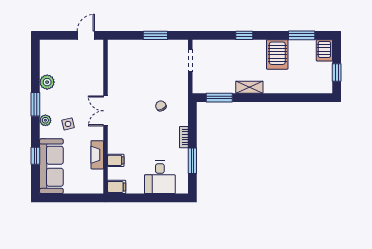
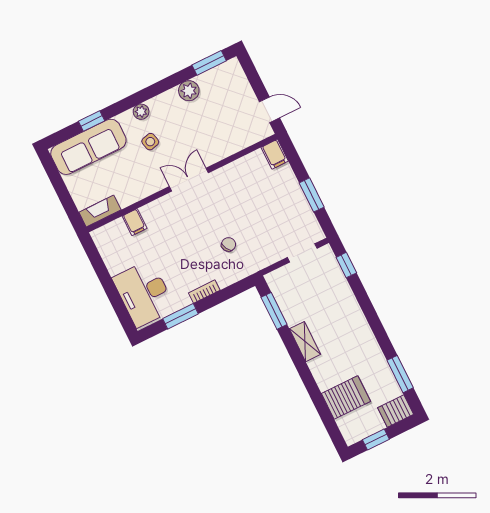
window: (244, 35) -> (346, 265), moved
server rack: (277, 54) -> (346, 397), moved, turned 180
window: (35, 104) -> (209, 63), moved
fireplace: (97, 155) -> (100, 211), moved
desk: (160, 177) -> (144, 293), width x1.37
filing cabinet: (117, 187) -> (275, 154), moved

